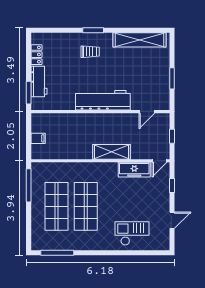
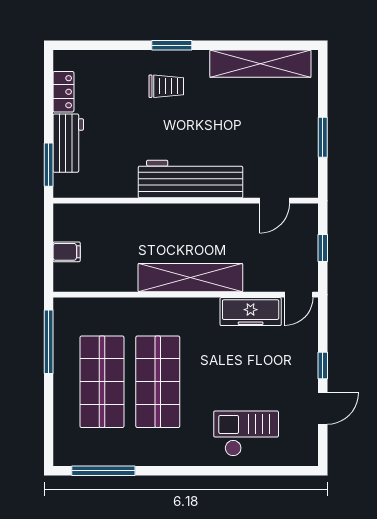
shelving: (112, 152) -> (190, 278), width x1.47
window: (172, 186) -> (323, 365), moved

